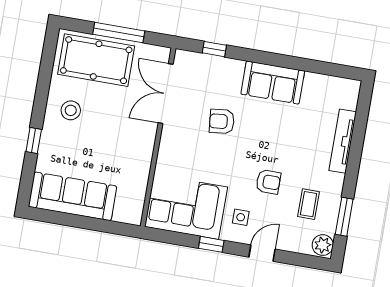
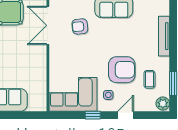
armchair: (222, 121) -> (80, 26), moved
armchair: (268, 182) -> (122, 70), width x1.88, depth x1.88

